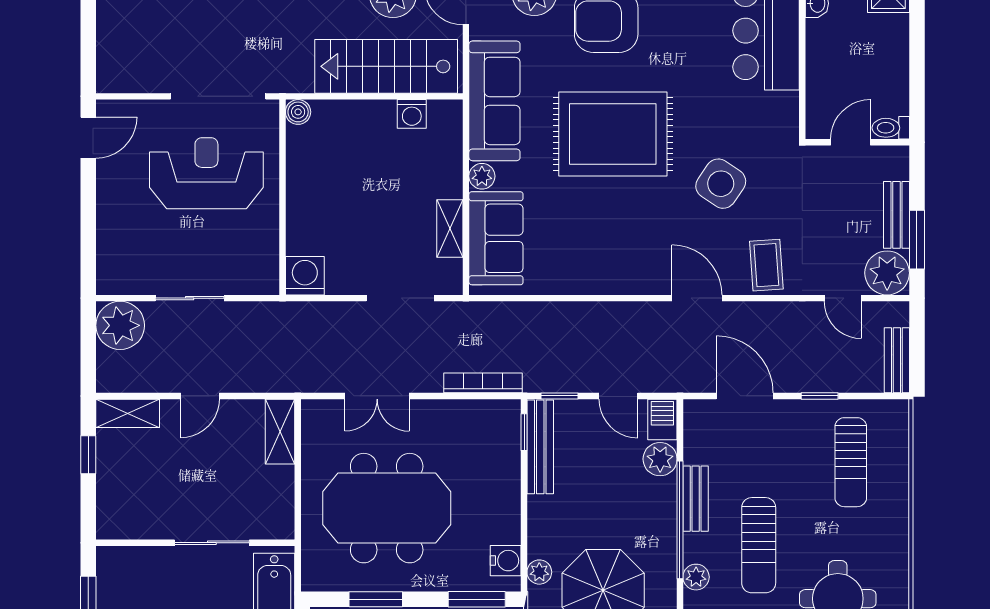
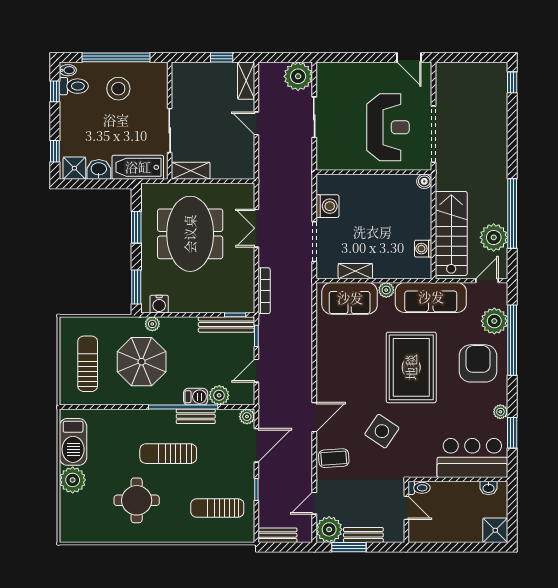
toilet: (891, 128) -> (419, 488), moved, turned 90
washing machine: (305, 276) -> (327, 206), moved
barbecue: (662, 419) -> (196, 397), moved
shelving: (280, 432) -> (191, 171), moved
plant: (696, 577) -> (247, 417), moved

